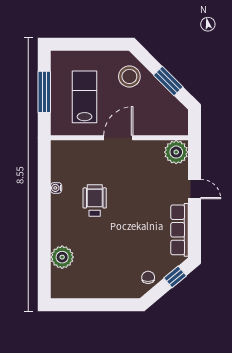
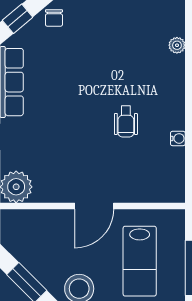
wheelchair: (95, 201) -> (126, 121), width x0.73, depth x0.73
plant: (62, 257) -> (177, 45), width x0.53, depth x0.53

